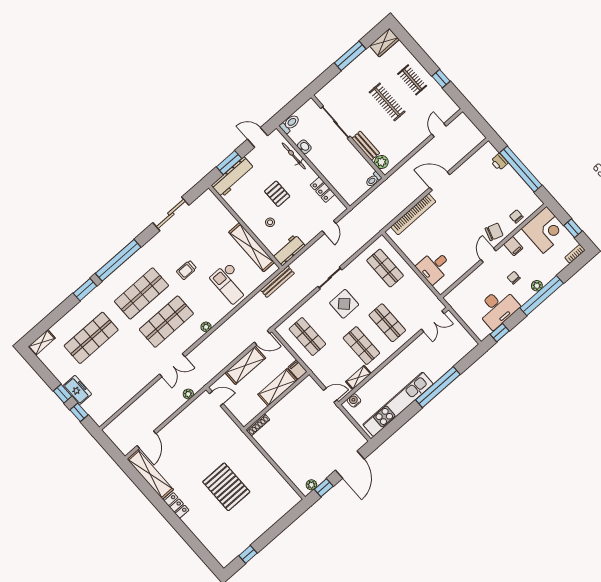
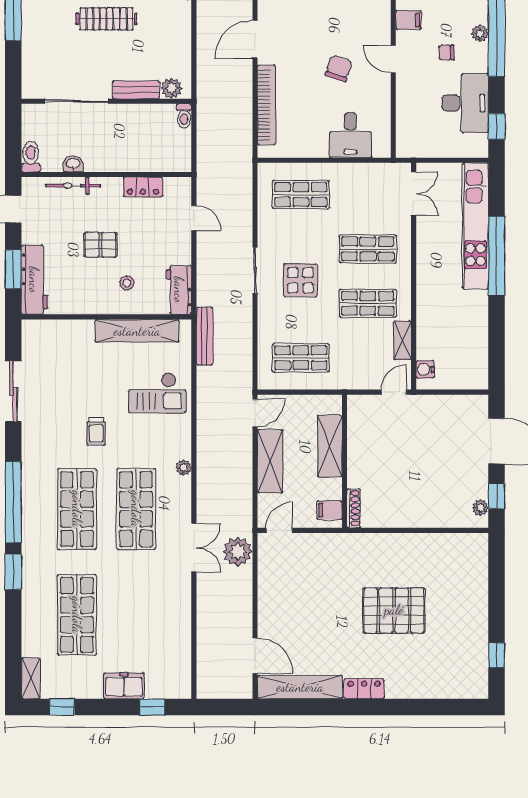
chair: (494, 232) -> (339, 68), moved
filing cabinet: (297, 370) -> (329, 510), moved
window: (62, 394) -> (62, 707), moved
plant: (188, 394) -> (238, 552), width x1.87, depth x1.87
kitchen unit: (398, 404) -> (475, 226), moved

